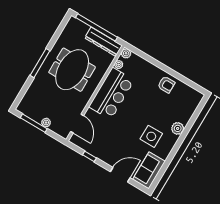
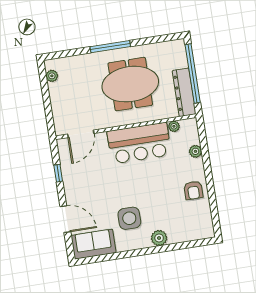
plant: (126, 53) -> (195, 151), moved
window: (34, 123) -> (45, 90), removed
plant: (46, 123) -> (52, 76), moved

